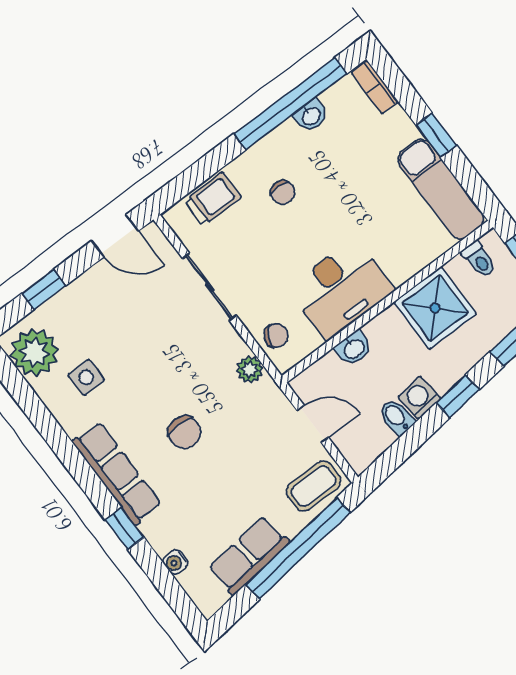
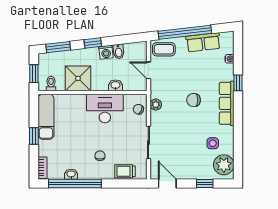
chair: (185, 432) -> (194, 100), turned -90

